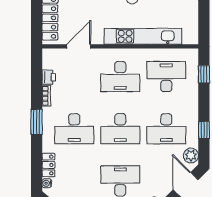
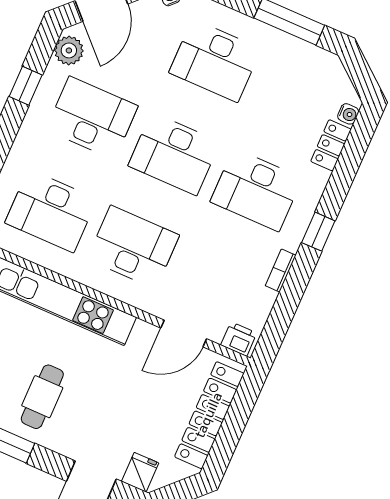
printer: (49, 77) -> (239, 339), moved, turned 90
window: (37, 122) -> (318, 232), width x0.67
desk: (74, 129) -> (256, 190), turned 180
desk: (120, 129) -> (174, 154), turned 180

